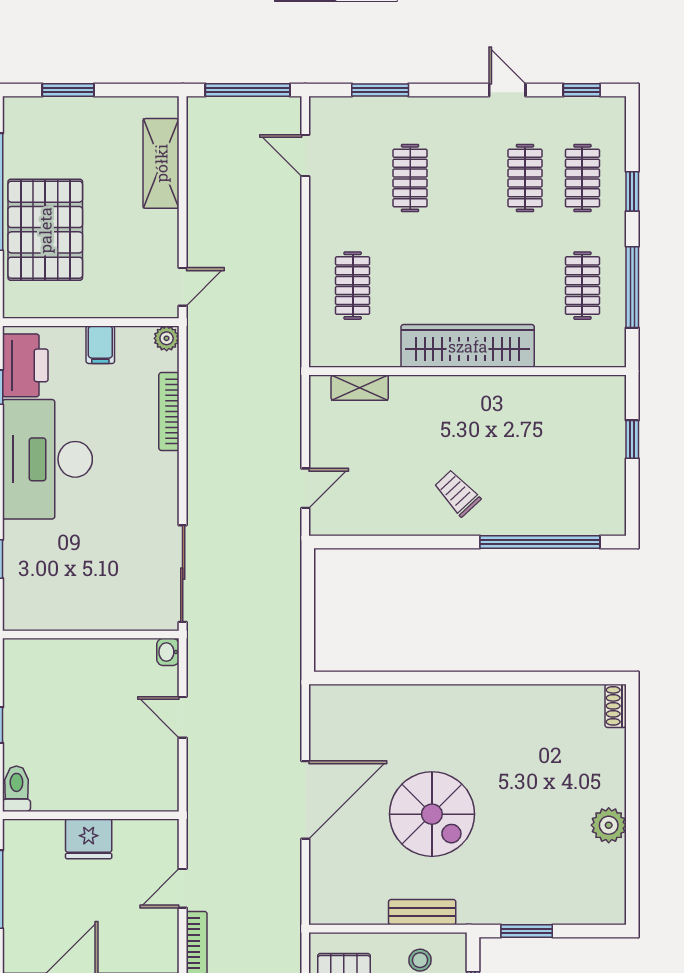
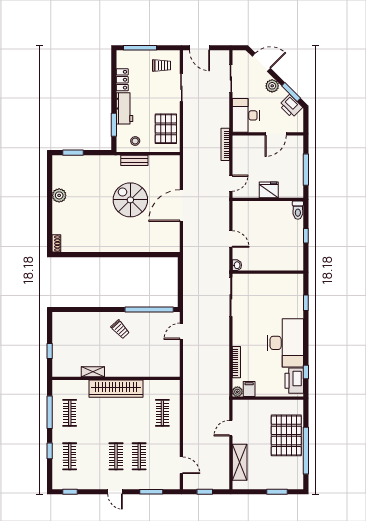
window: (248, 90) -> (205, 492), width x0.46
door: (507, 90) -> (115, 492), moved
clothes rail: (525, 178) -> (116, 456), moved
door: (183, 287) -> (231, 428), moved
filing cabinet: (100, 345) -> (249, 389), moved
shelving: (360, 388) -> (93, 372), moved
window: (540, 542) -> (149, 310), moved
door: (183, 888) -> (231, 183), moved
window: (527, 931) -> (73, 153), moved

